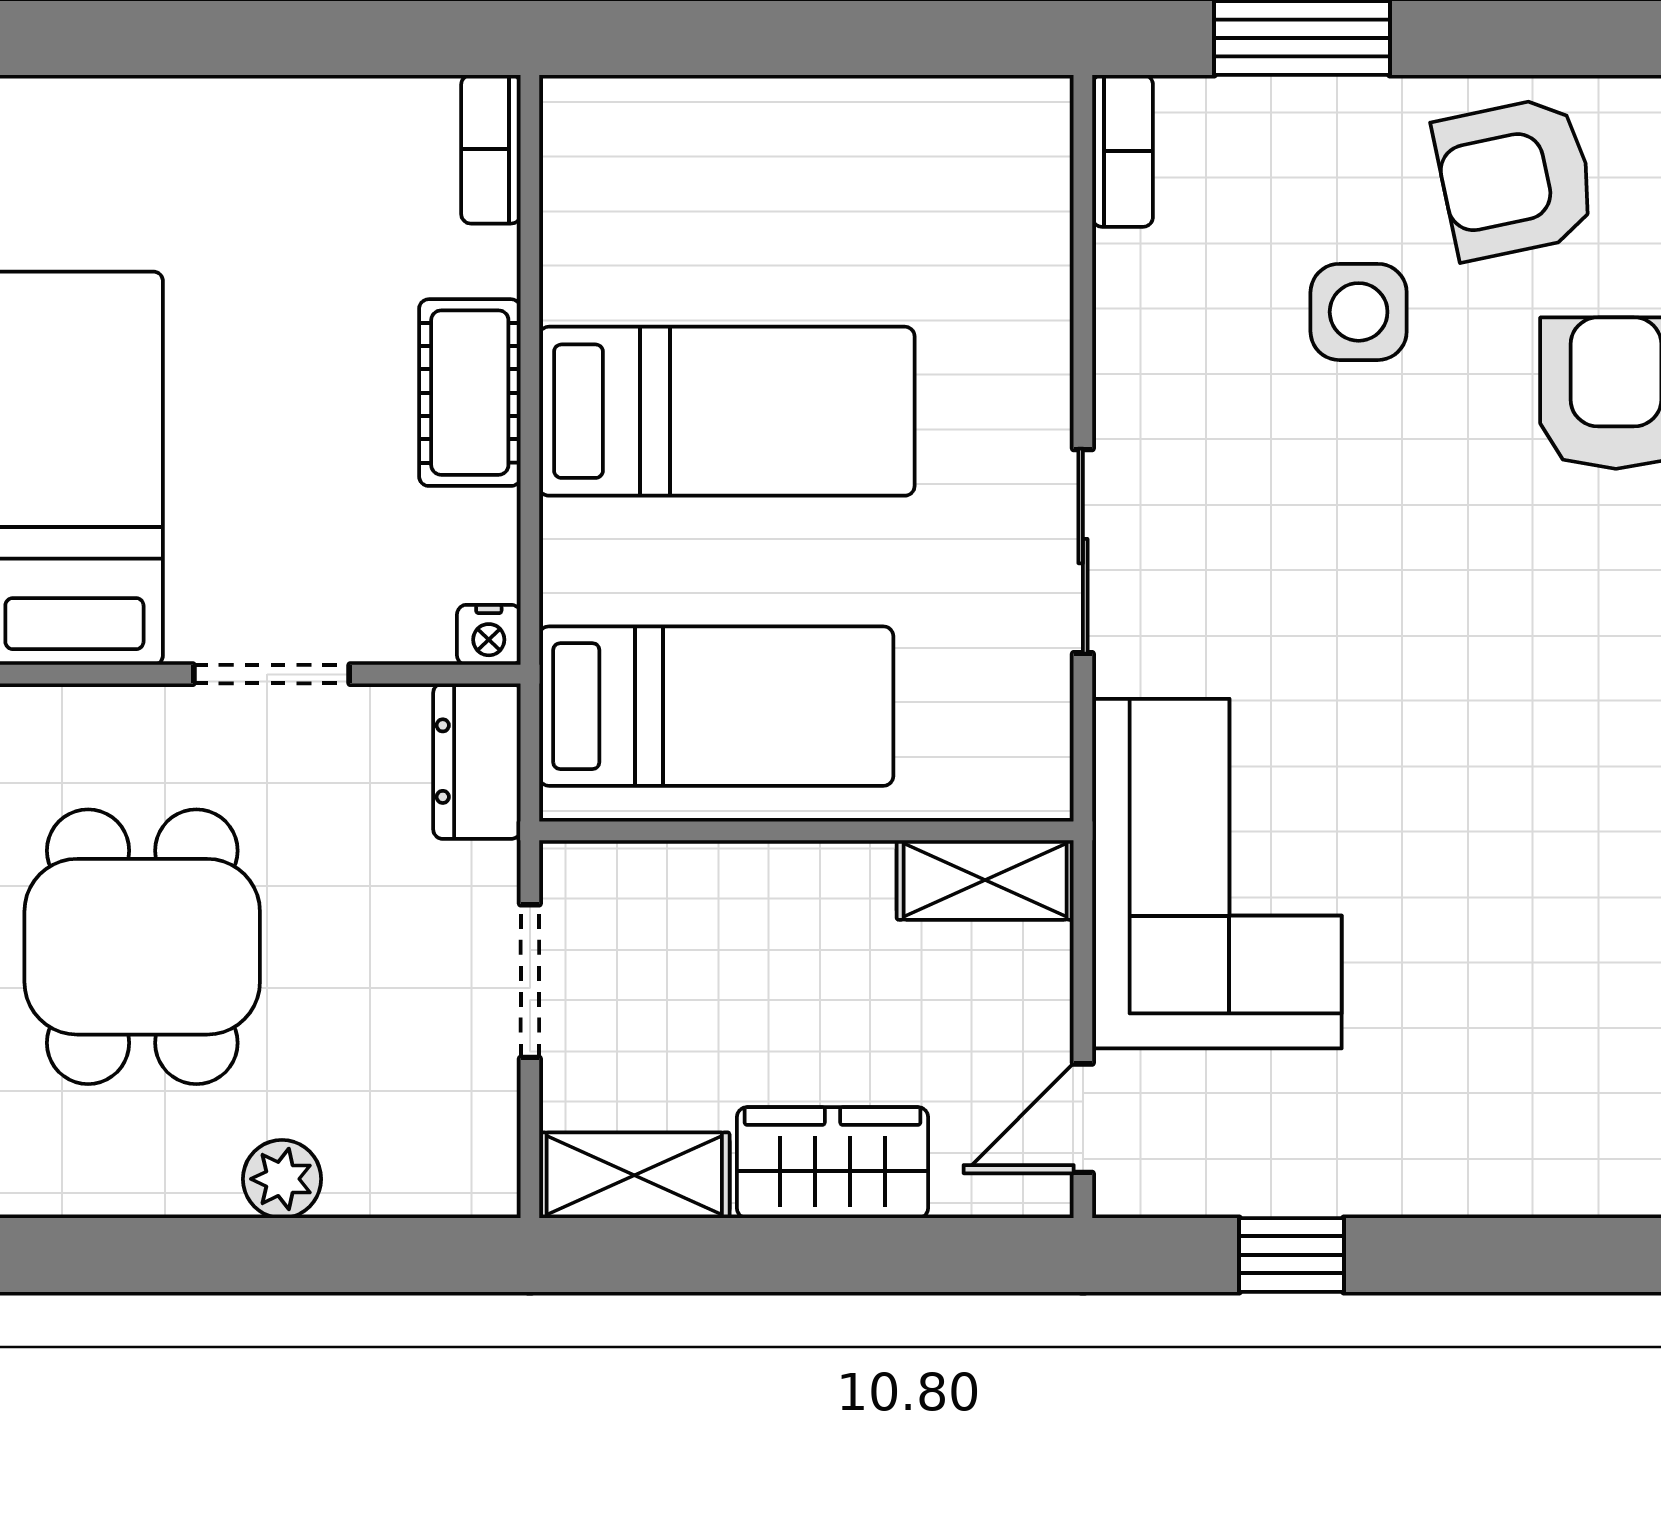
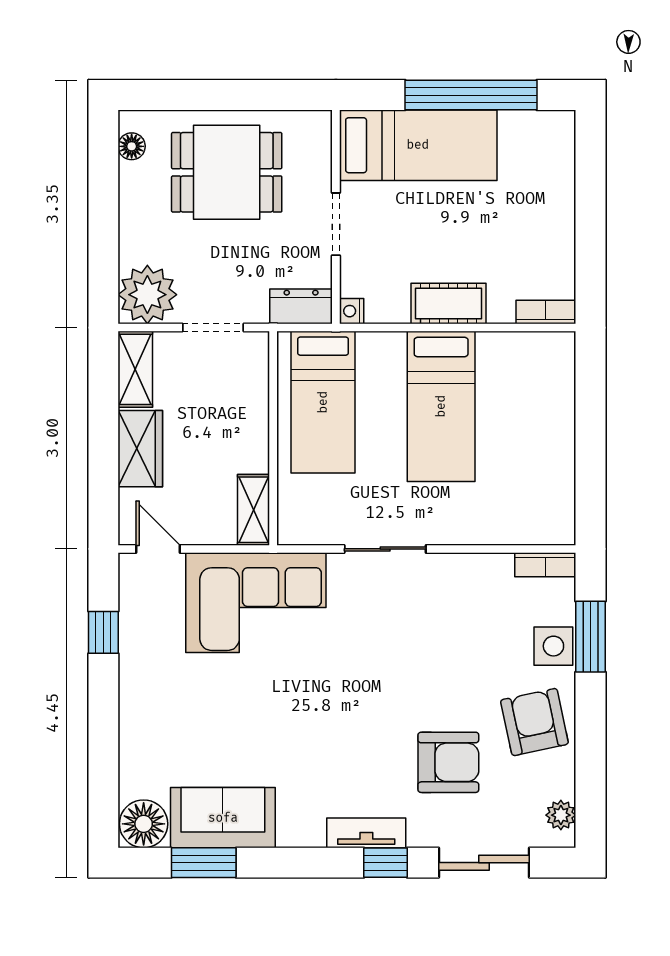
side table: (1359, 312) -> (553, 646), moved
plant: (282, 1179) -> (147, 295), moved, width x1.88, depth x1.88
floor lamp: (77, 1184) -> (132, 146), added

